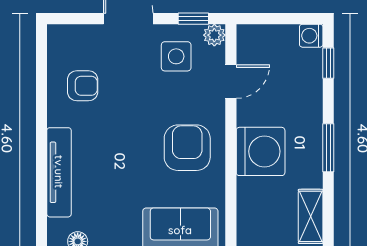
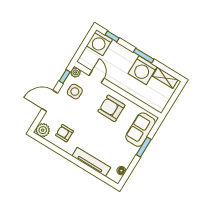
washing machine: (311, 36) -> (99, 43), width x1.89, depth x1.89
plant: (63, 40) -> (43, 130), added
armchair: (83, 86) -> (64, 133), turned -90
washing machine: (261, 151) -> (143, 70), moved, turned 180

